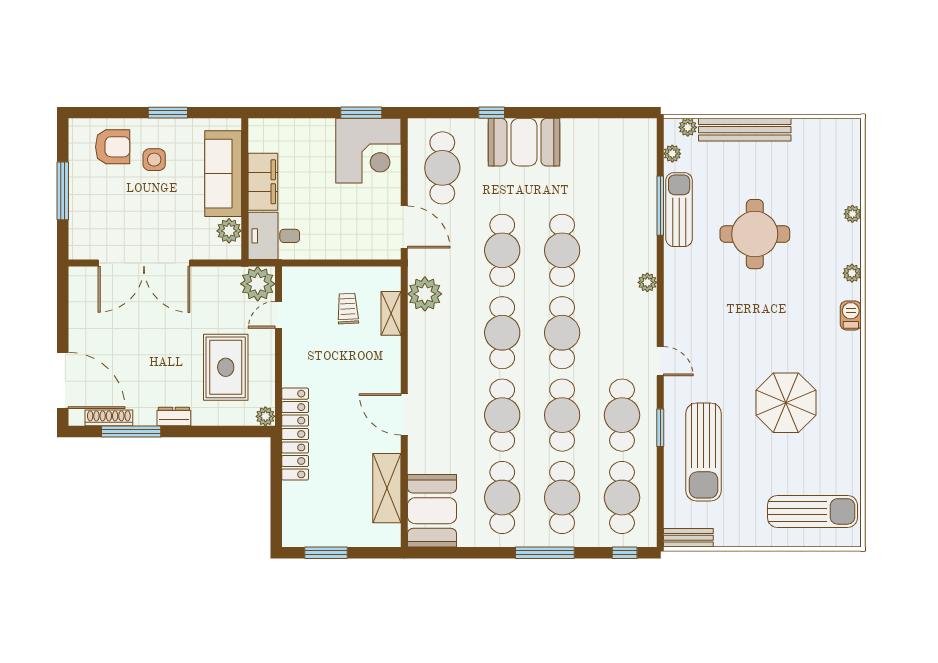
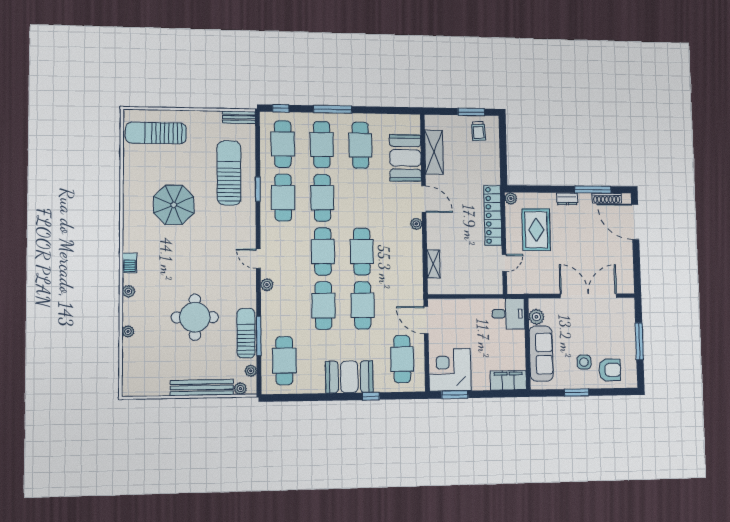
armchair: (113, 147) -> (610, 370), turned 180
filing cabinet: (263, 182) -> (508, 380), moved, turned 90
sun lounger: (679, 210) -> (246, 333), turned 180
plant: (258, 284) -> (518, 283), removed
plant: (425, 294) -> (416, 224), moved, width x0.53, depth x0.53
trolley: (348, 309) -> (478, 131), moved
door: (660, 361) -> (258, 259), moved
cafe table: (502, 415) -> (284, 361), moved
locker: (295, 434) -> (493, 215), moved
booth: (432, 511) -> (405, 158), moved

